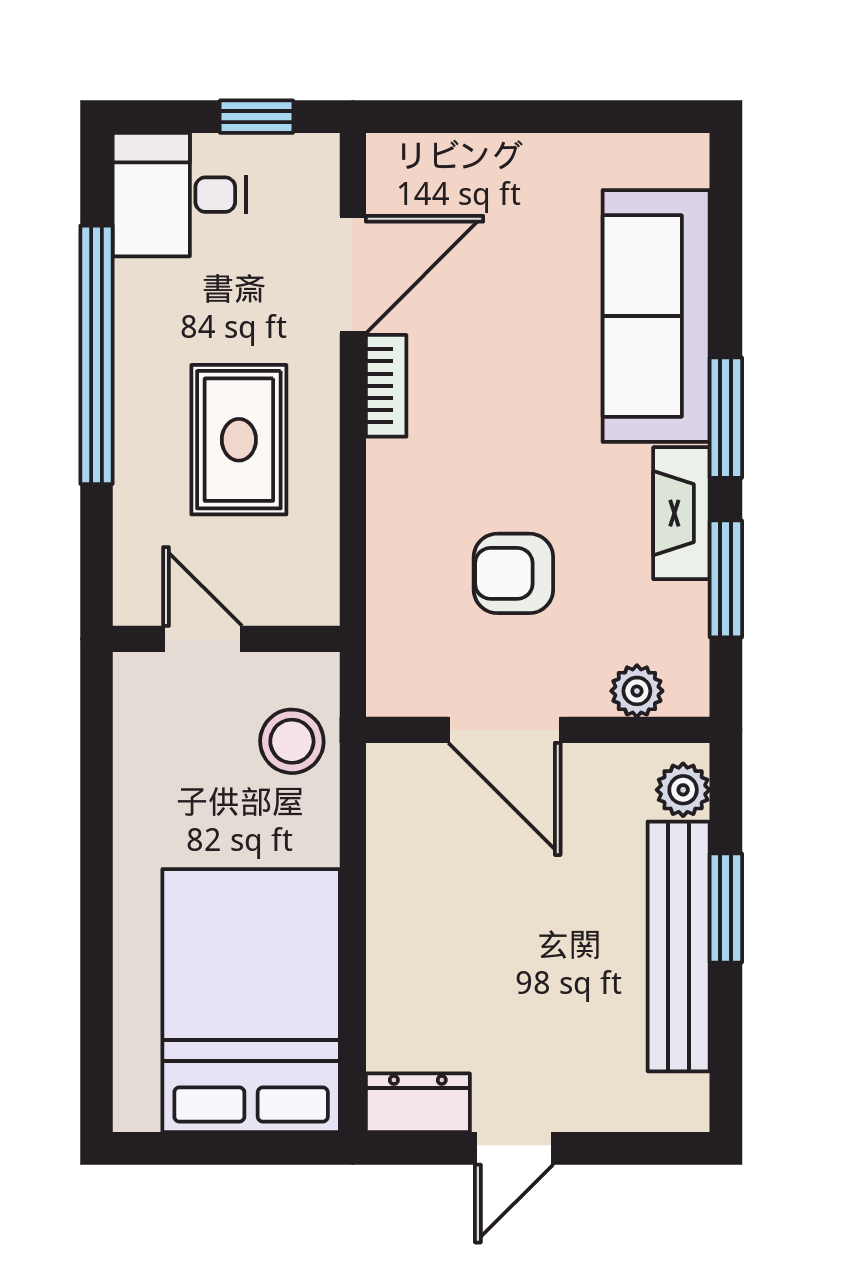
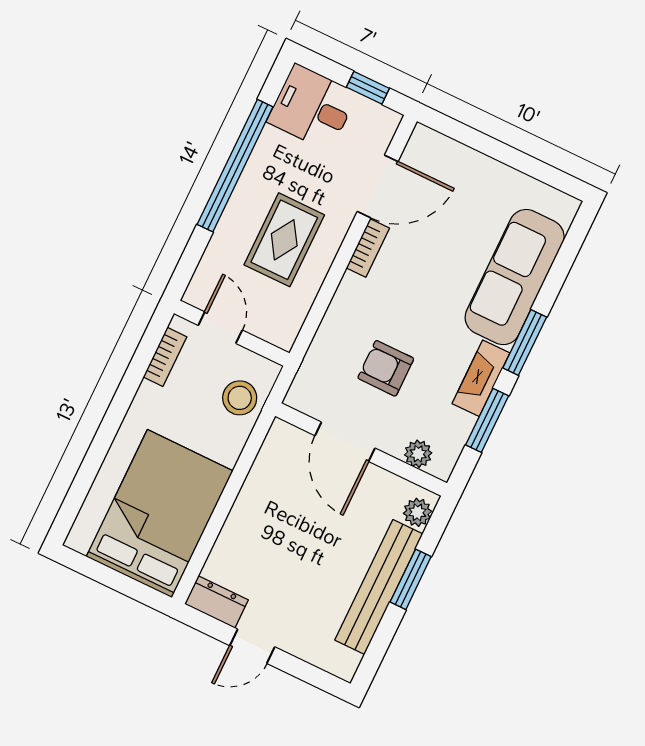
bookcase: (133, 733) -> (165, 357), added

